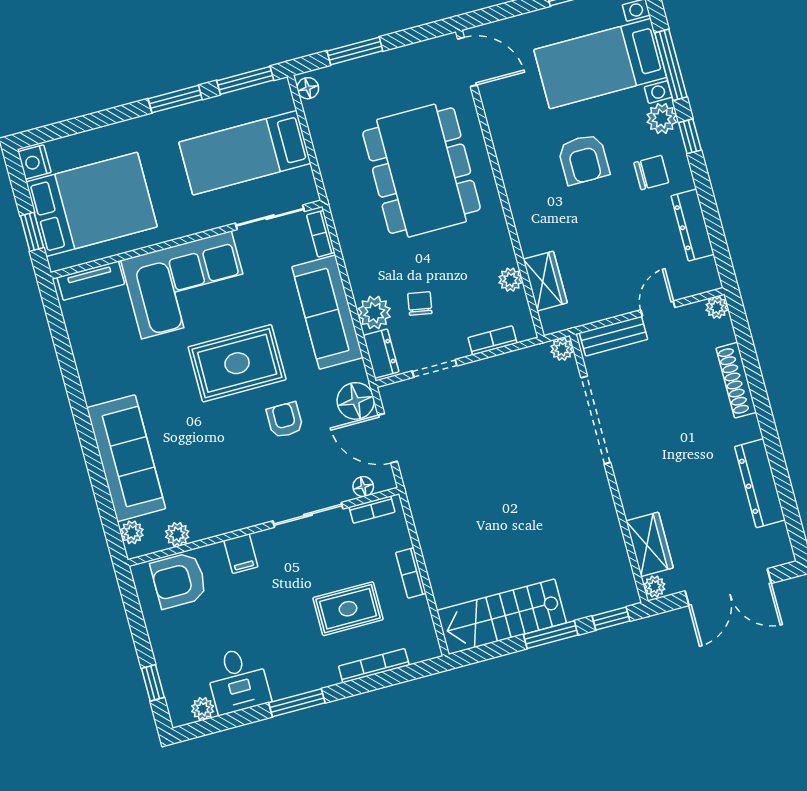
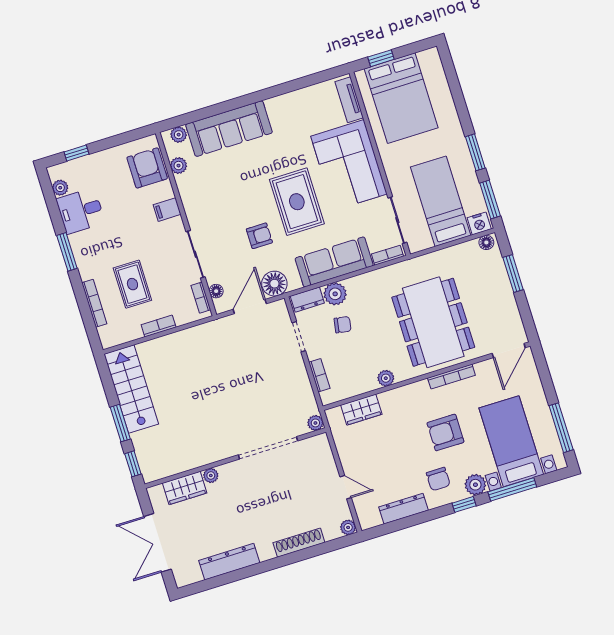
bookcase: (502, 147) -> (451, 377), added
nightstand: (34, 162) -> (479, 223), moved, turned 180
dining table: (422, 171) -> (433, 322), turned 90
plant: (510, 280) -> (386, 378), moved
bench: (614, 336) -> (326, 458), removed
plant: (655, 587) -> (211, 475), moved

